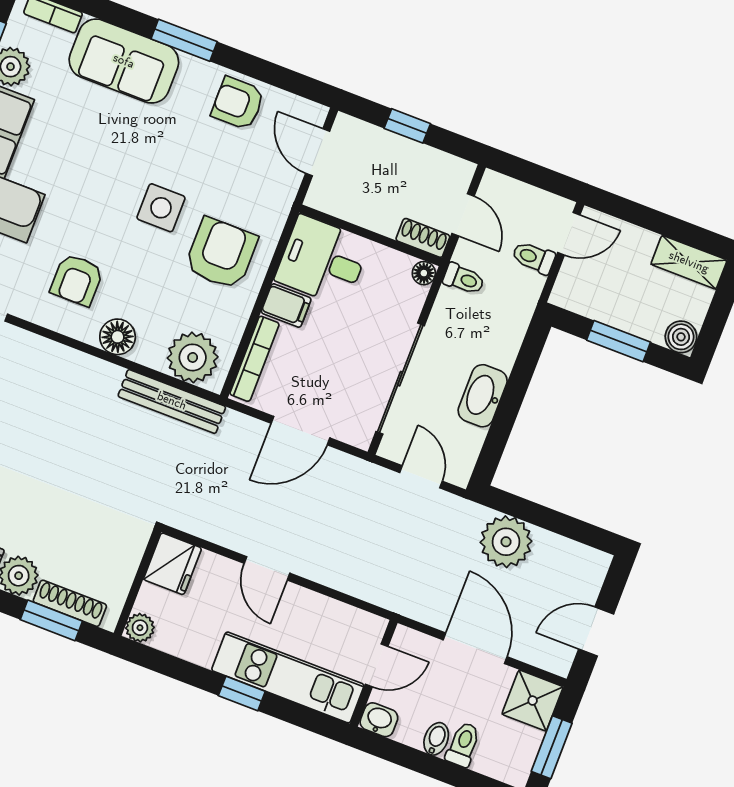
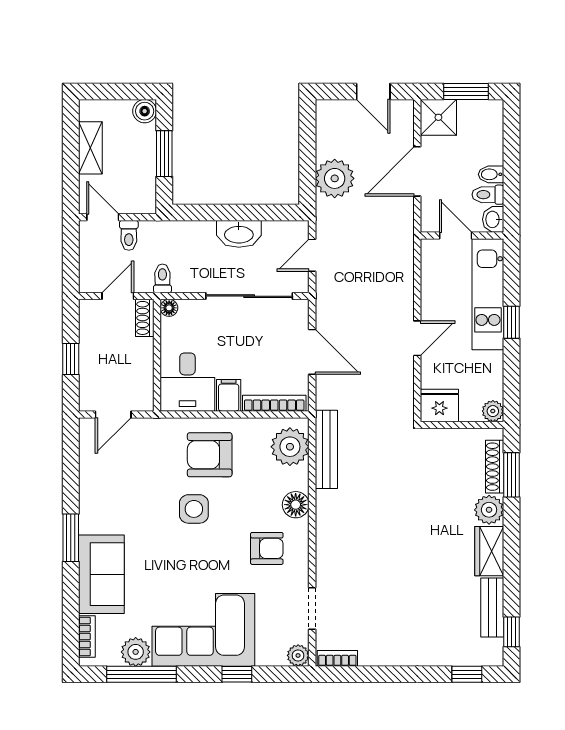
armchair: (238, 103) -> (100, 483), removed
shelving: (689, 262) -> (90, 148), moved
toilet: (463, 745) -> (488, 195), moved

